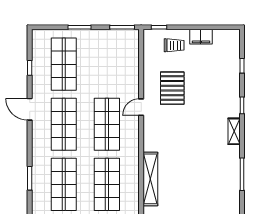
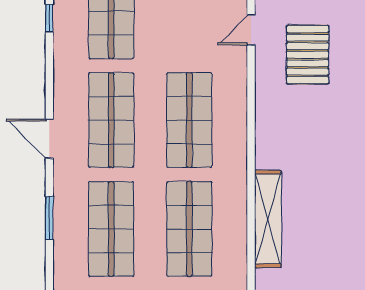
door: (141, 107) -> (251, 30), moved
door: (30, 109) -> (49, 139), moved

